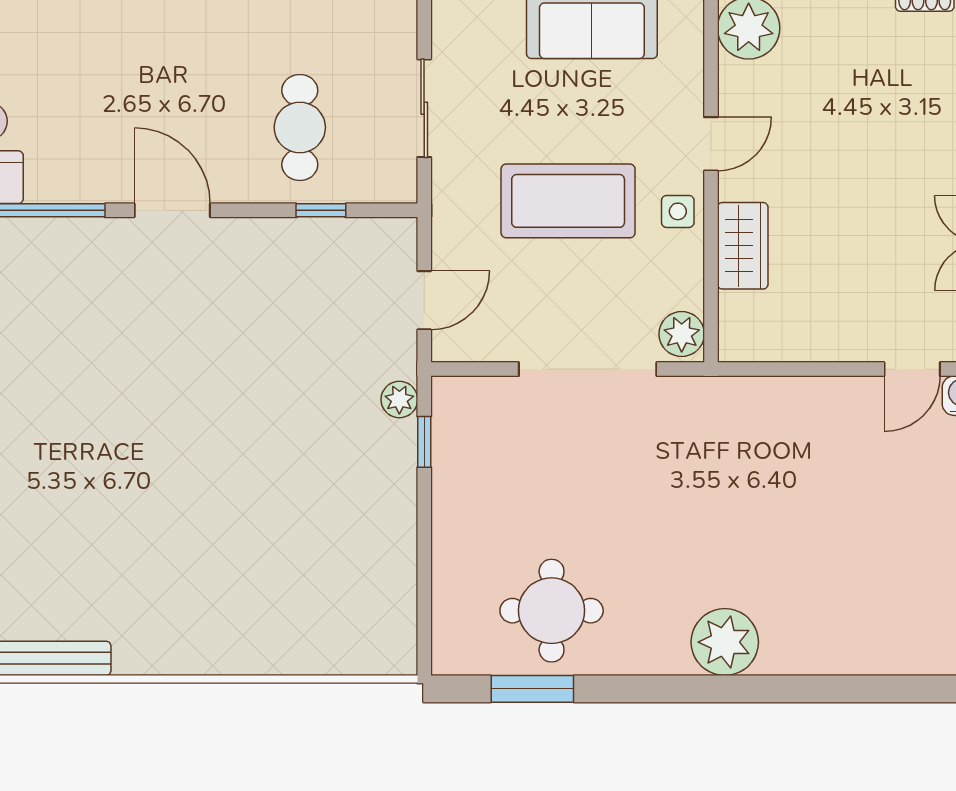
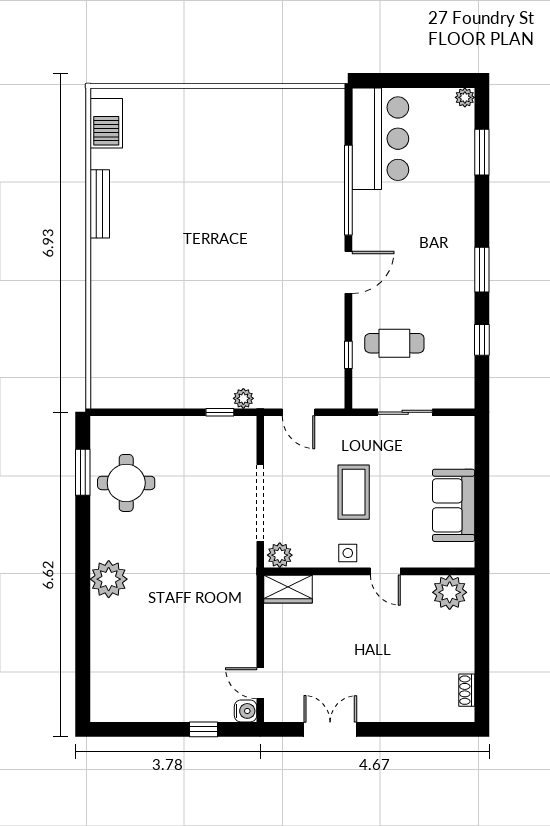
coffee table: (568, 201) -> (354, 492), width x0.73, depth x0.76
wardrobe: (743, 246) -> (288, 589), moved

